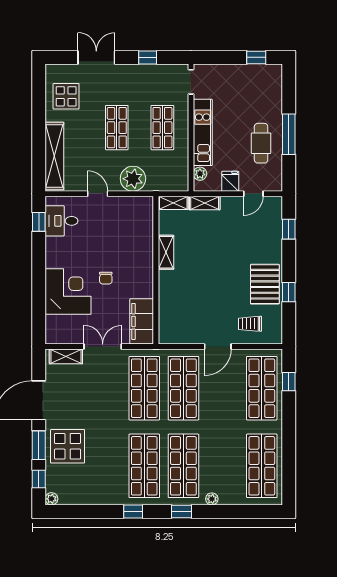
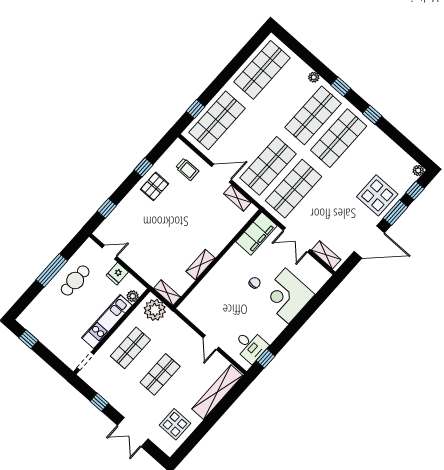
plant: (133, 179) -> (155, 310), moved
shelving: (205, 203) -> (237, 198), moved
pallet: (265, 284) -> (155, 186), width x0.67, depth x0.71

